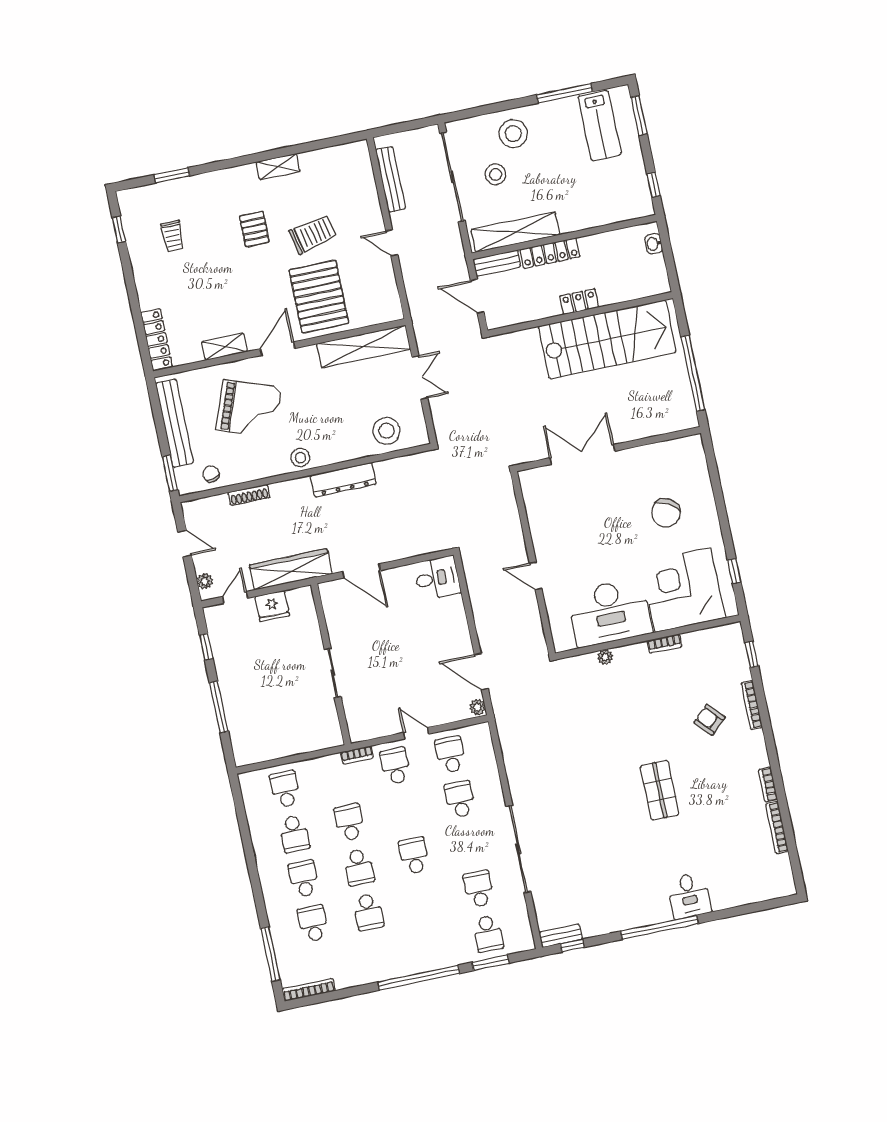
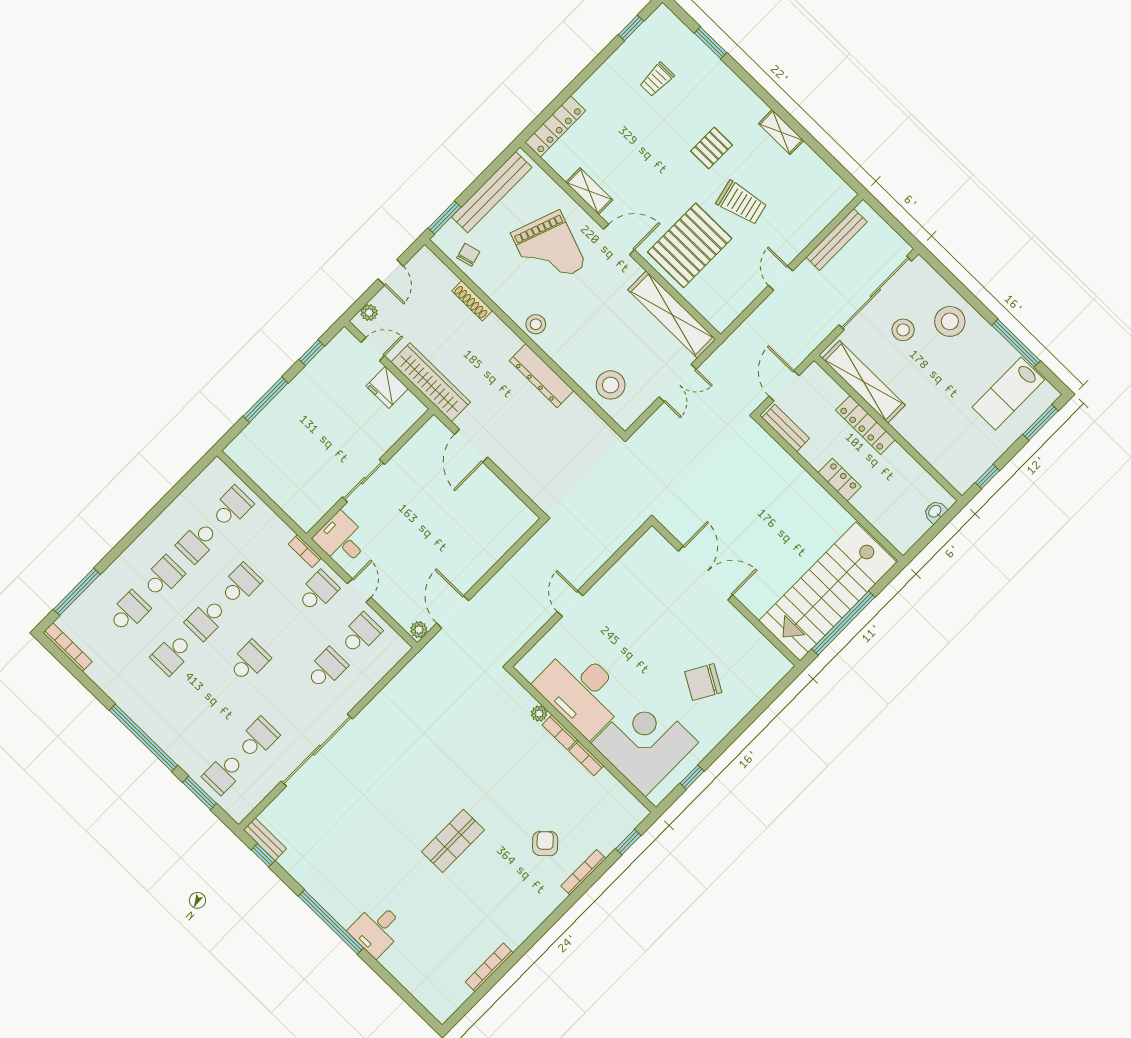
bench: (497, 263) -> (786, 428), moved
stairs: (607, 339) -> (828, 592), moved, turned 90
desk: (437, 578) -> (342, 539), moved, turned 180
bookcase: (768, 785) -> (560, 732), moved, turned -90

